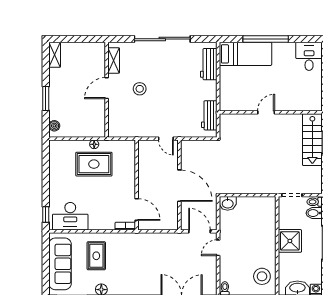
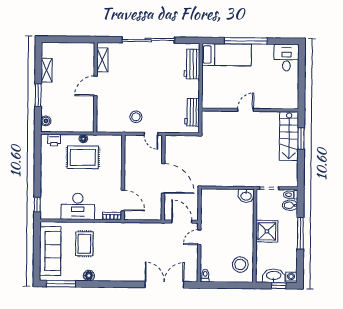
shelving: (55, 55) -> (47, 70), moved
stool: (140, 89) -> (136, 117), moved
printer: (63, 146) -> (54, 140), added
washbasin: (228, 203) -> (246, 196), moved
desk: (70, 216) -> (78, 206), moved

